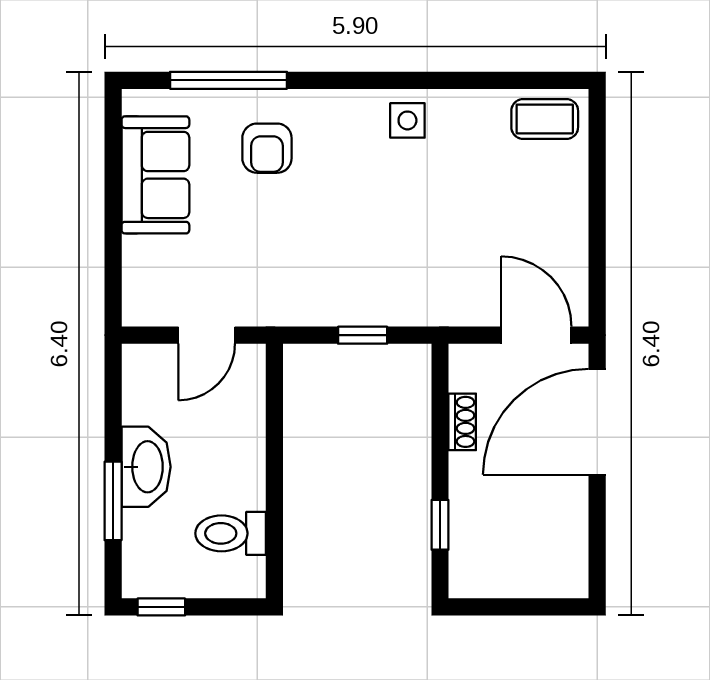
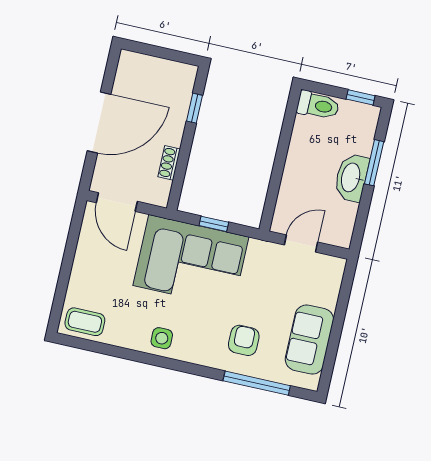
corner sofa: (387, 263) -> (191, 261), added
door: (597, 422) -> (99, 122), moved
toilet: (231, 533) -> (318, 105), moved

